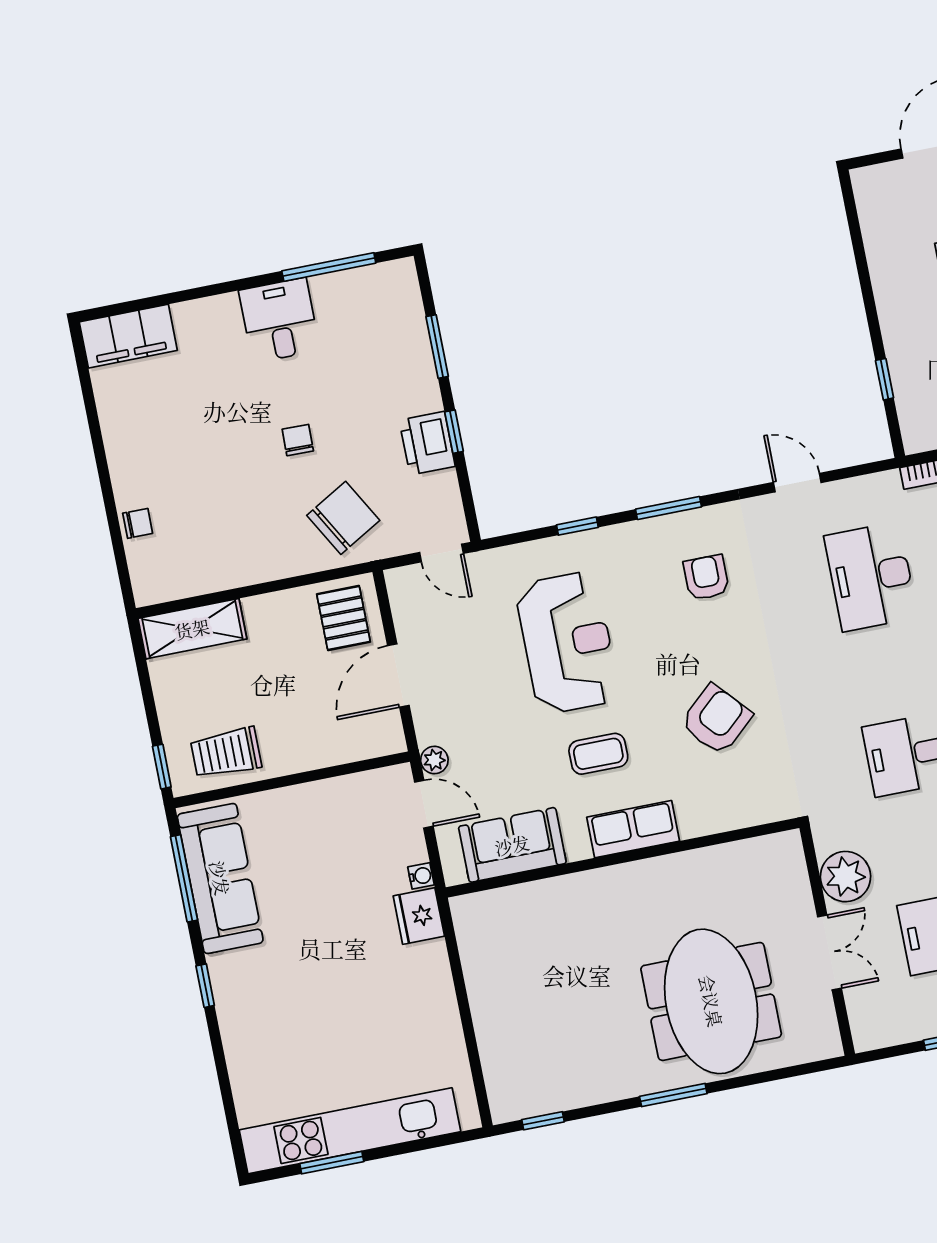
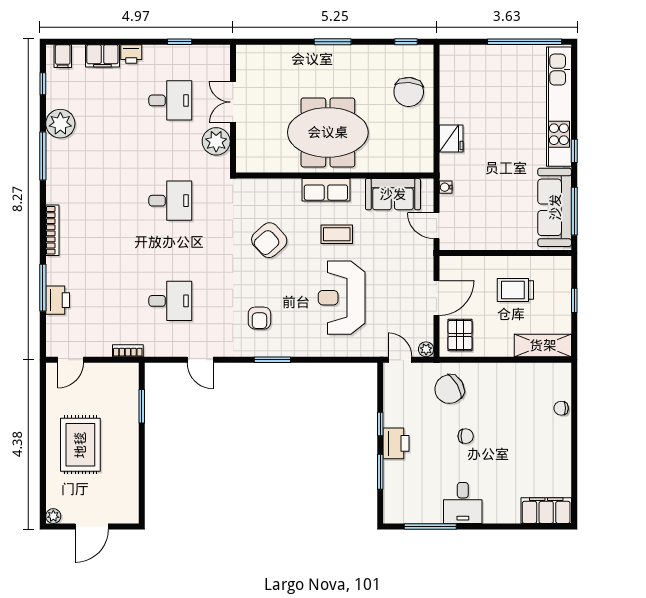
window: (885, 379) -> (142, 406), width x1.50
chair: (298, 440) -> (466, 436), turned -91
printer: (427, 443) -> (396, 443), moved
window: (577, 526) -> (324, 360), removed
desk: (871, 577) -> (170, 301), width x0.73
trolley: (226, 753) -> (515, 290), moved, turned 180
plant: (434, 760) -> (426, 349), moved
window: (162, 767) -> (574, 300), moved
fridge: (419, 916) -> (451, 138), moved
meeting table: (711, 1001) -> (328, 132), moved, turned 90
chair: (520, 1032) -> (409, 92), added
kitchen unit: (350, 1131) -> (559, 107), moved, turned 90
window: (332, 1163) -> (525, 42), width x2.11

